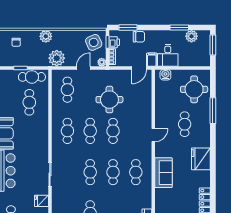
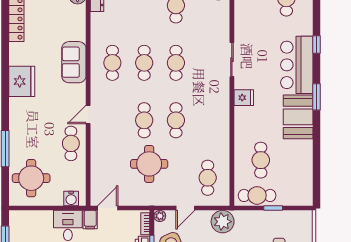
cafe table: (185, 124) -> (71, 143), moved
cafe table: (67, 131) -> (208, 120), removed
fridge: (41, 201) -> (244, 98), moved

